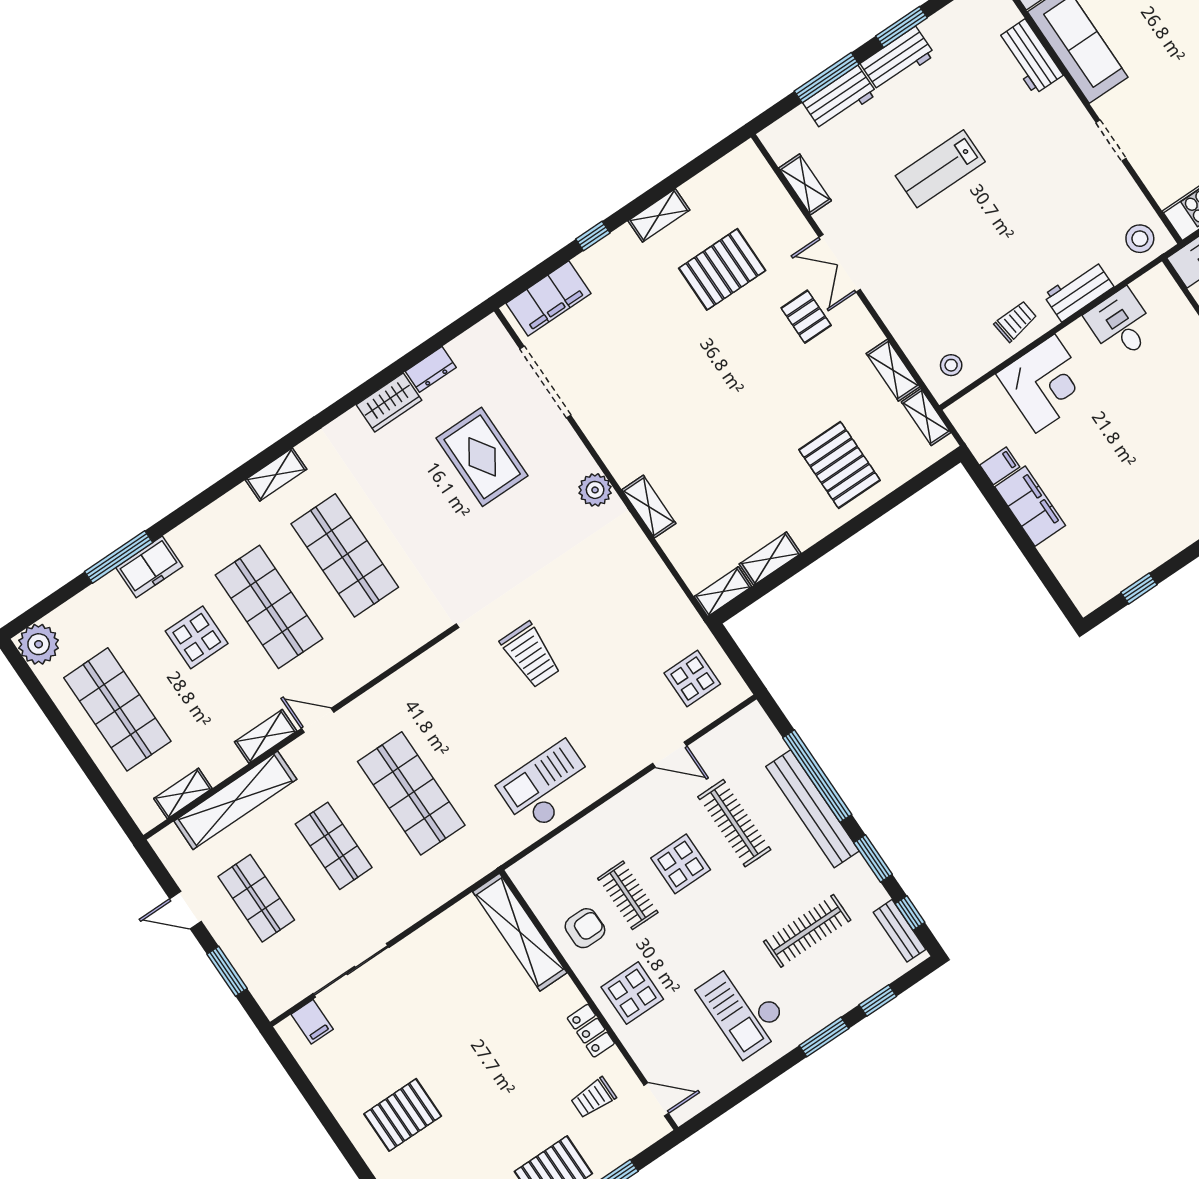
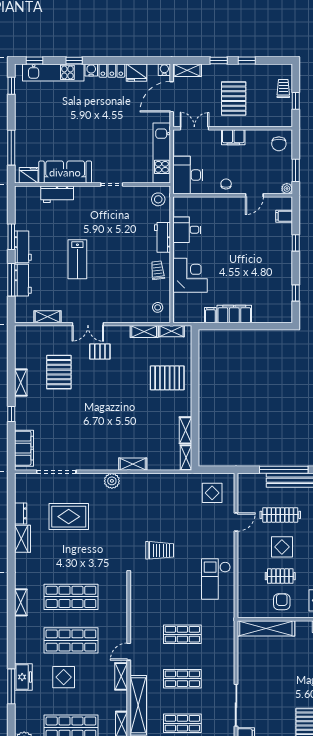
shop shelf: (411, 793) -> (182, 634), width x0.70, depth x0.74

